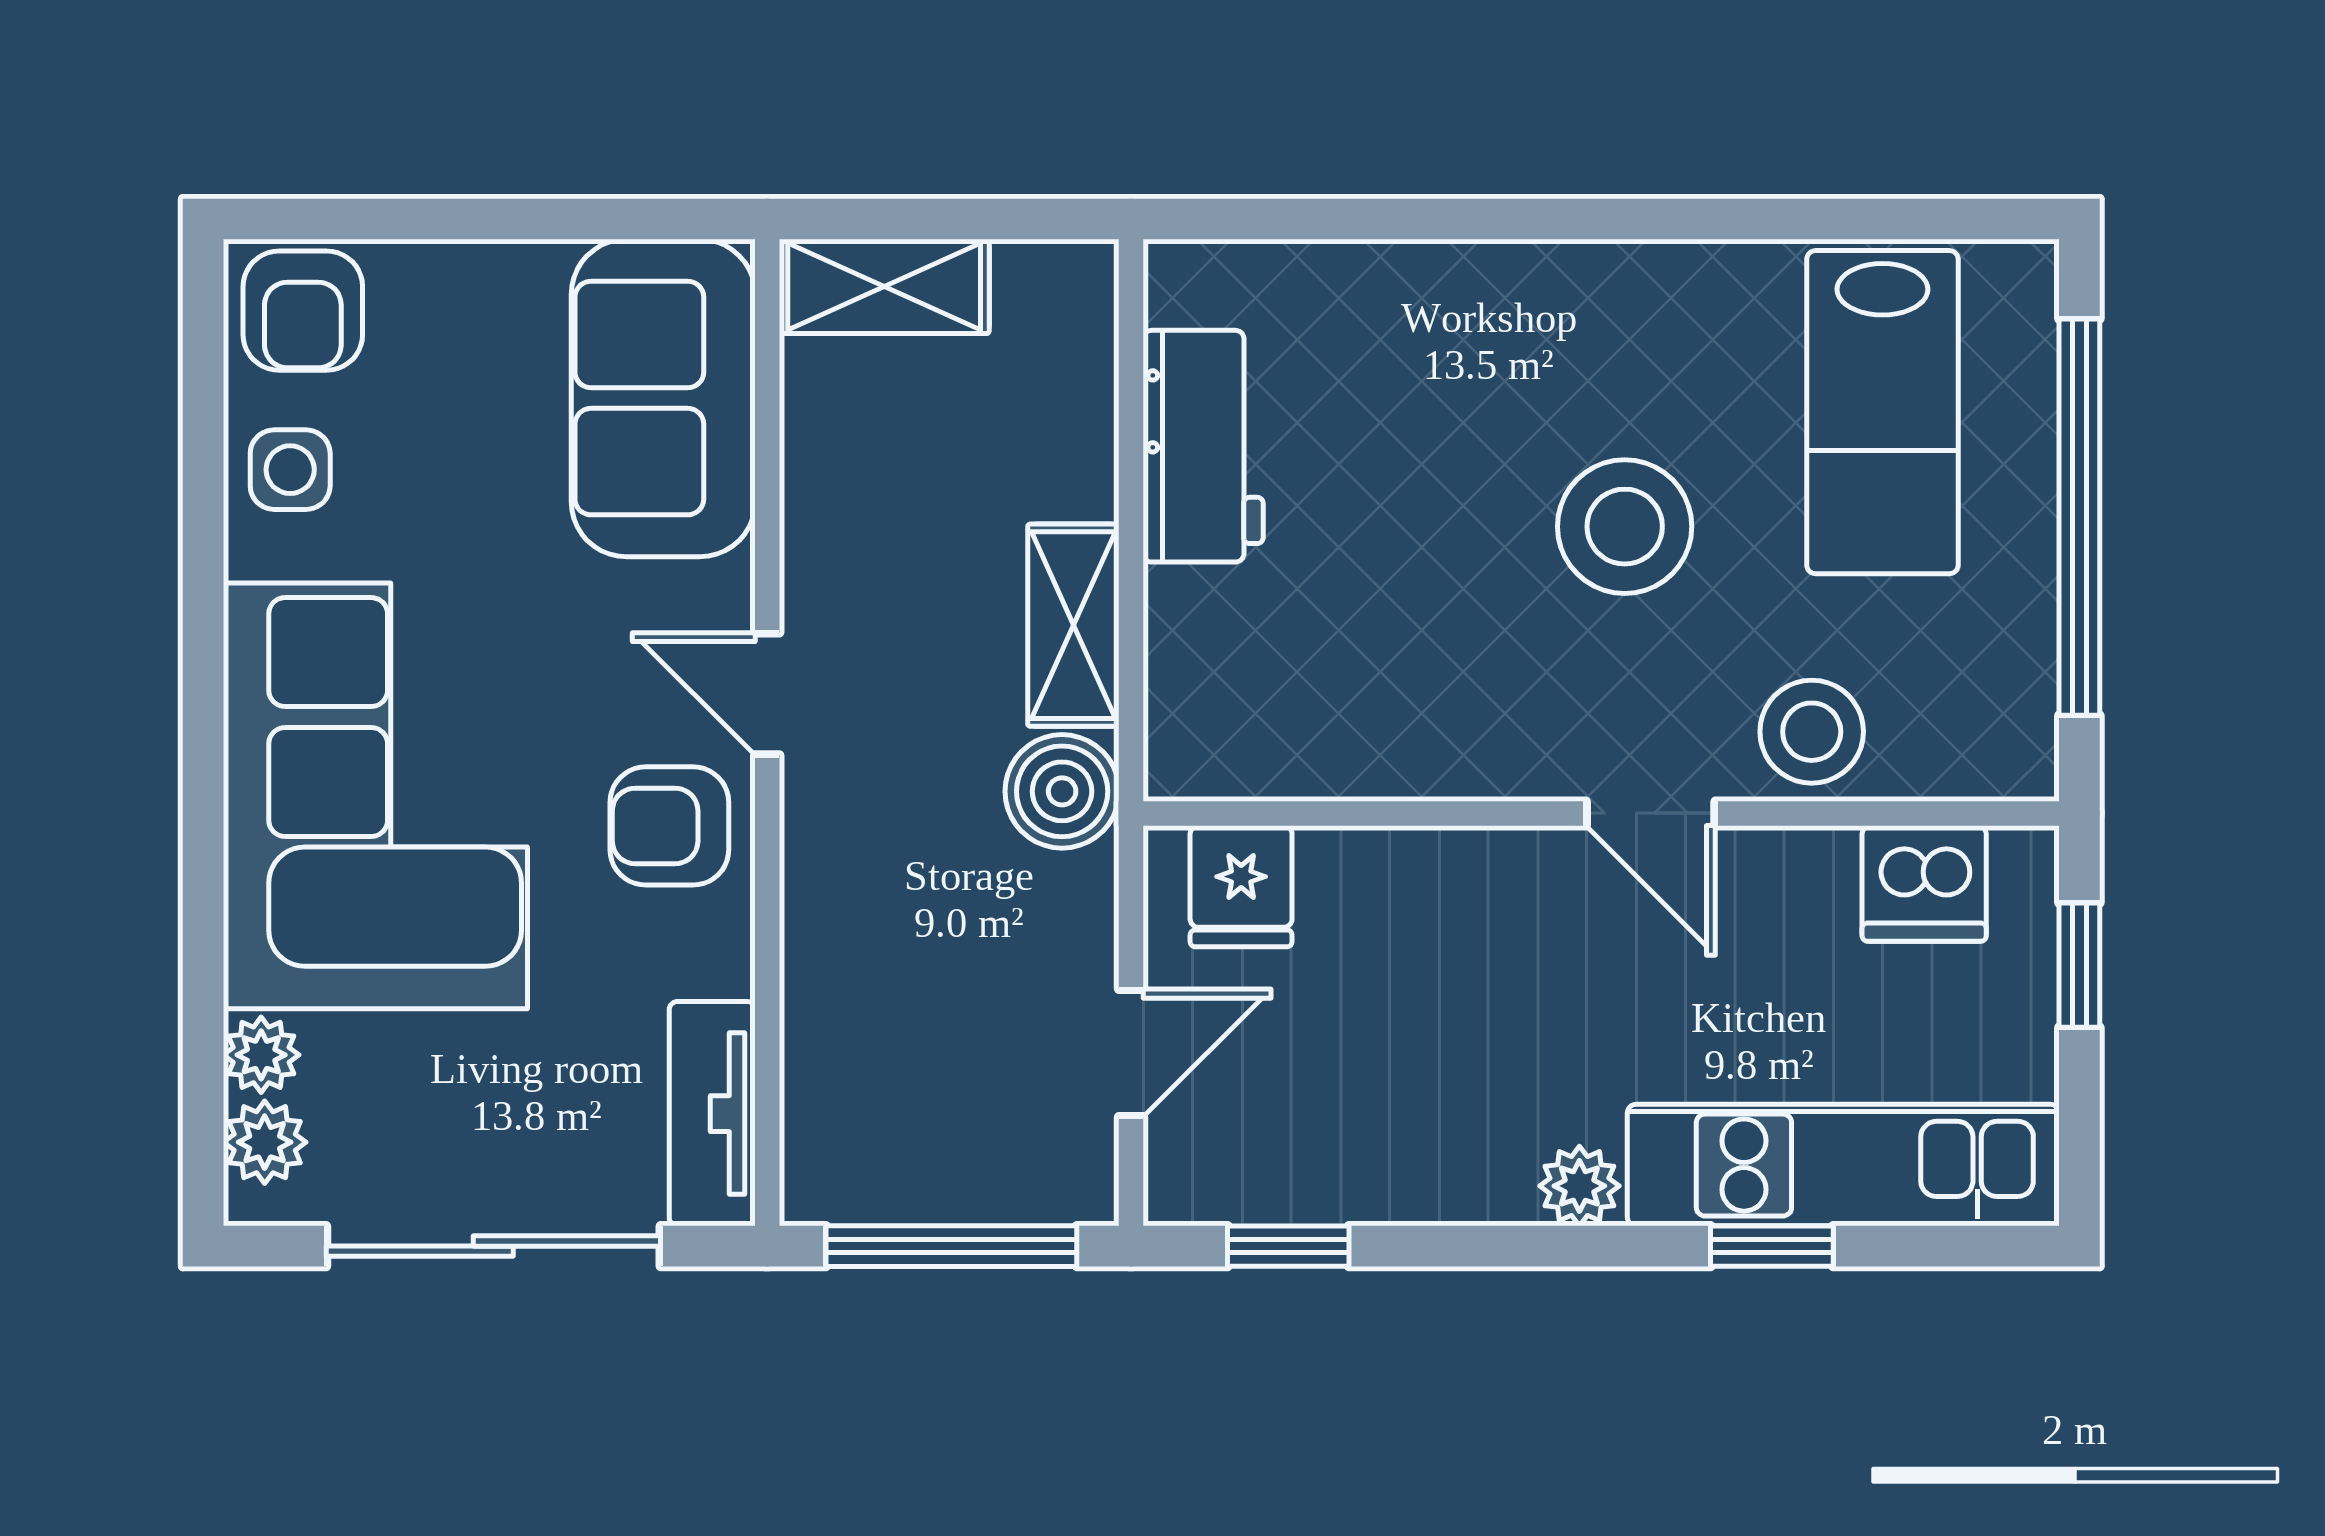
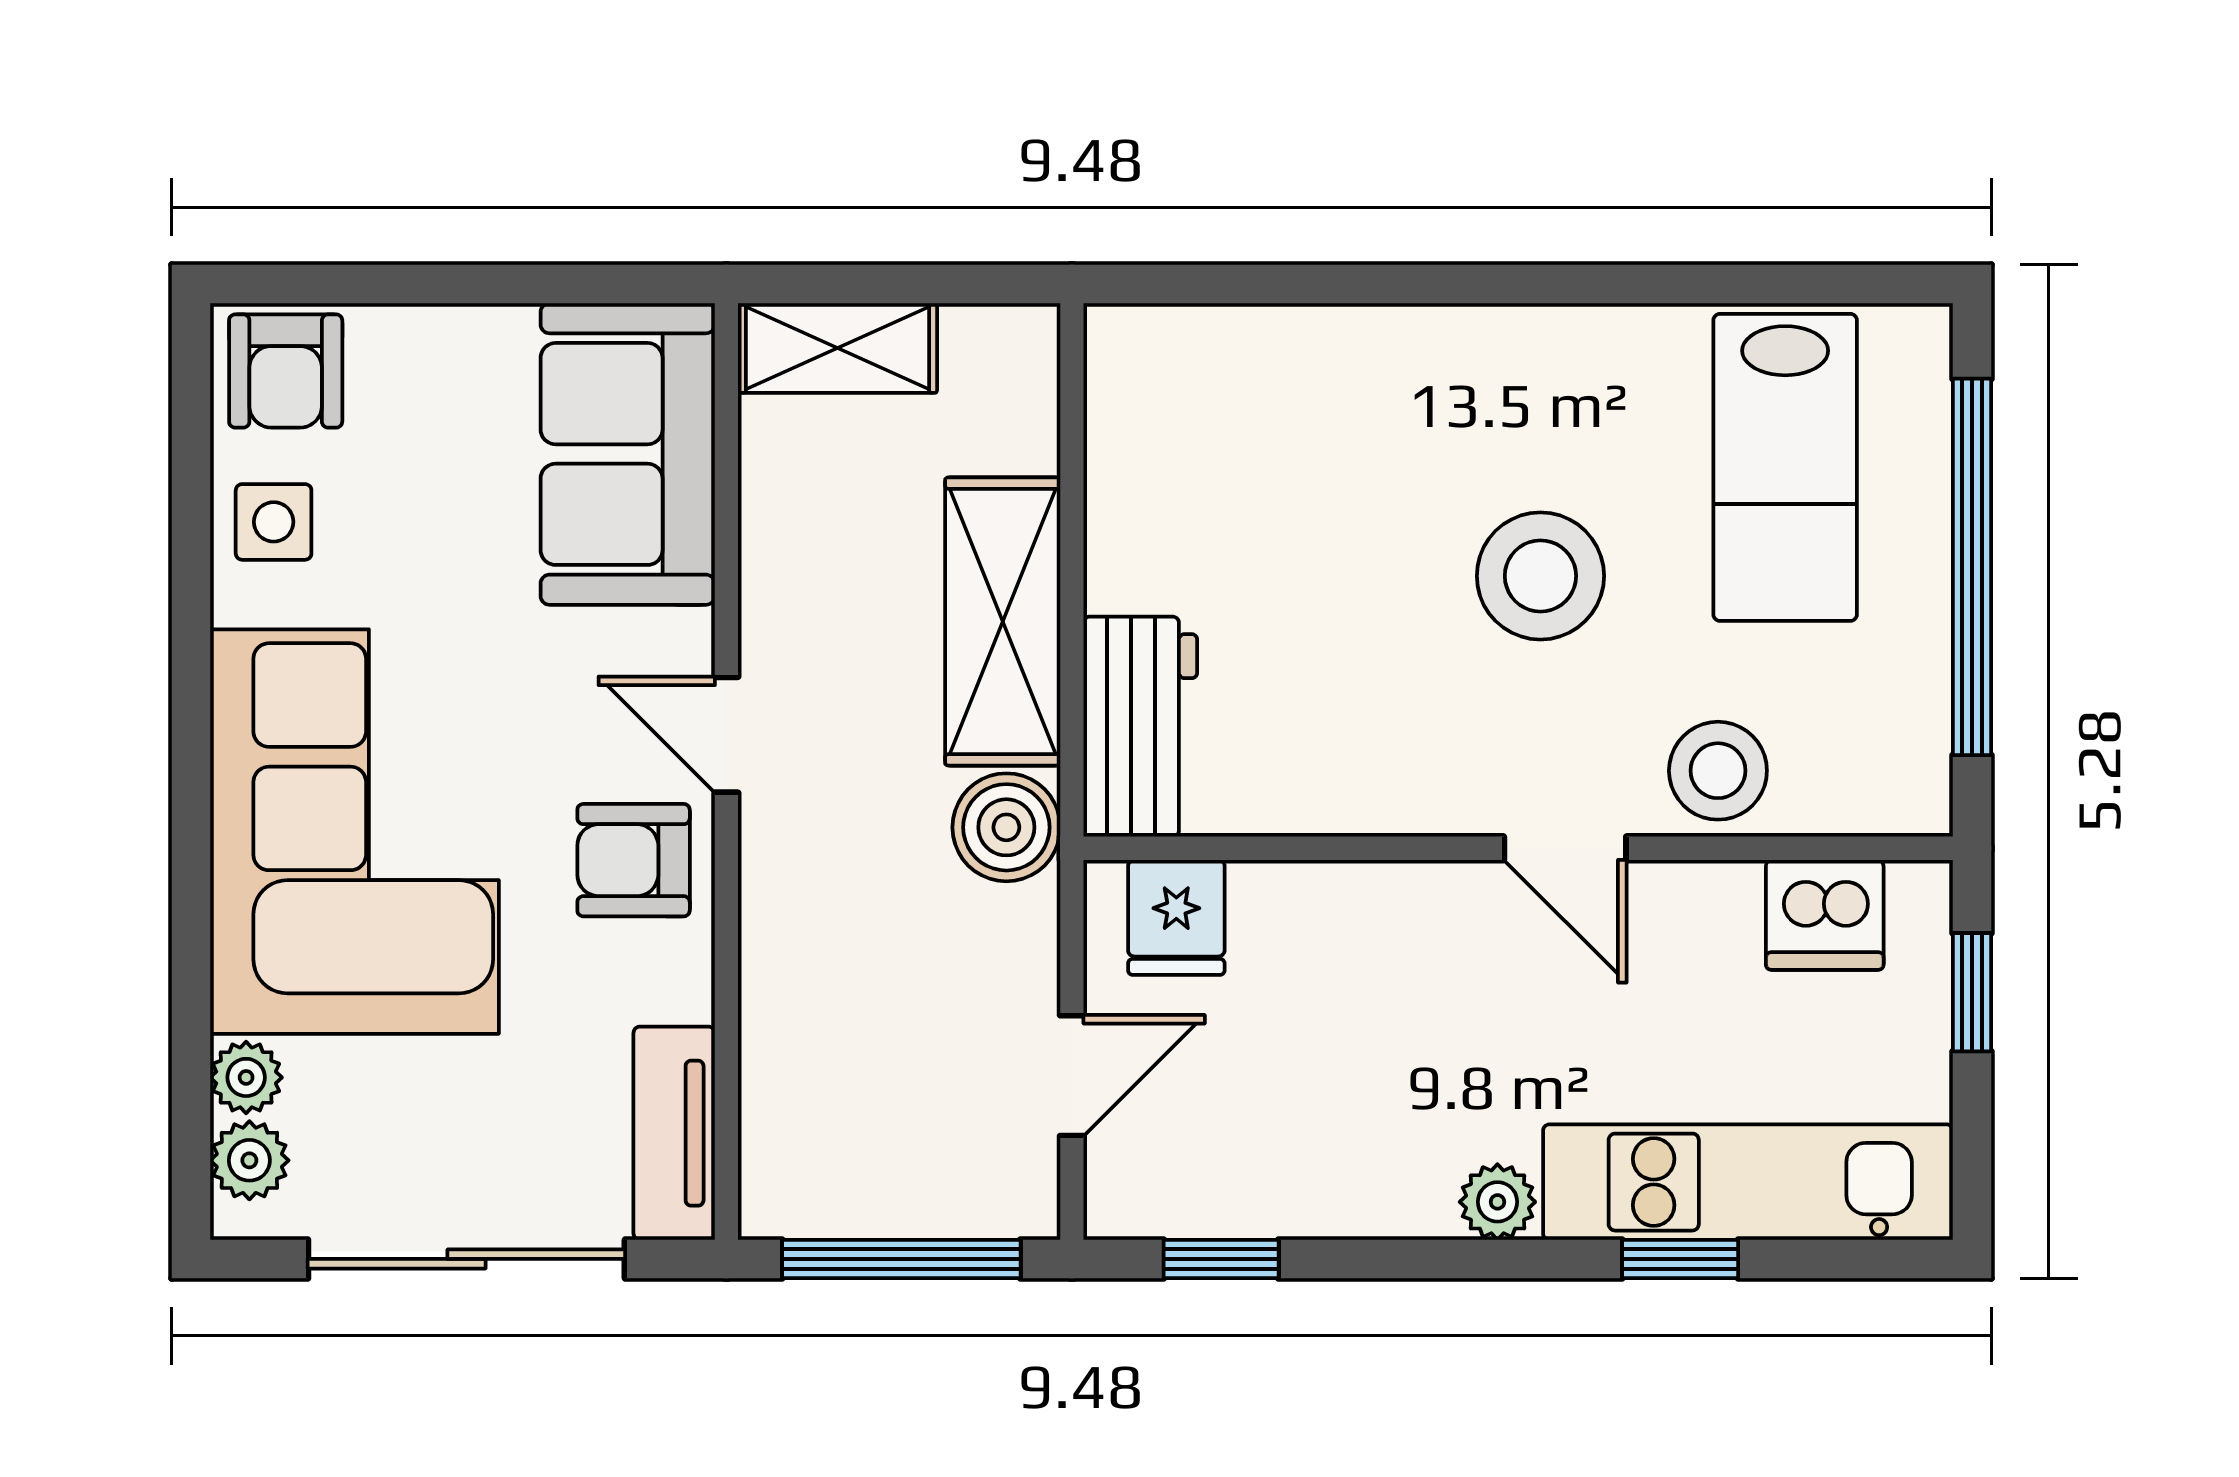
workbench: (1203, 446) -> (1140, 727), moved
shelving: (1073, 625) -> (1003, 621), width x1.50, depth x1.33

